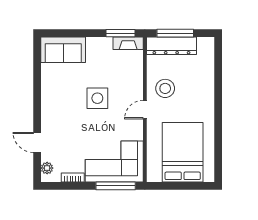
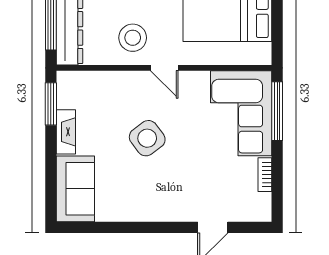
fireplace: (128, 43) -> (66, 132), moved
side table: (97, 98) -> (147, 138), turned -37
plant: (47, 168) -> (251, 213), removed

